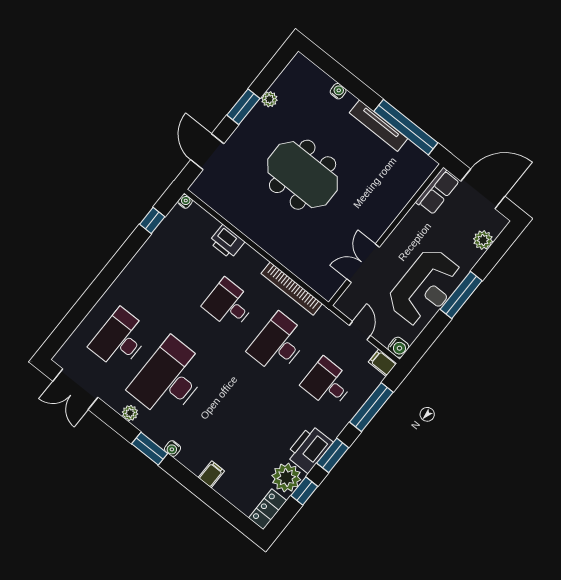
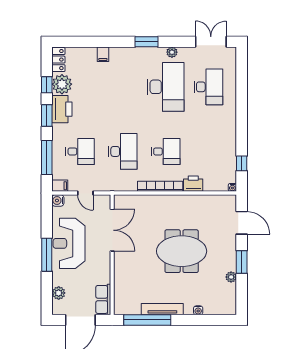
double door: (363, 263) -> (112, 230), width x1.37
bookcase: (292, 289) -> (160, 186), moved
water cooler: (173, 449) -> (134, 51), removed

